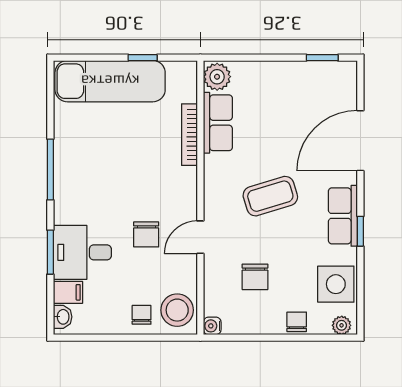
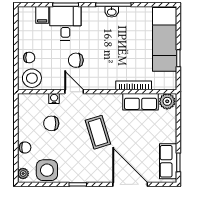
row of seats: (343, 216) -> (168, 161), moved, turned -90
washbasin: (63, 317) -> (112, 12), moved
water cooler: (212, 326) -> (54, 99), moved

